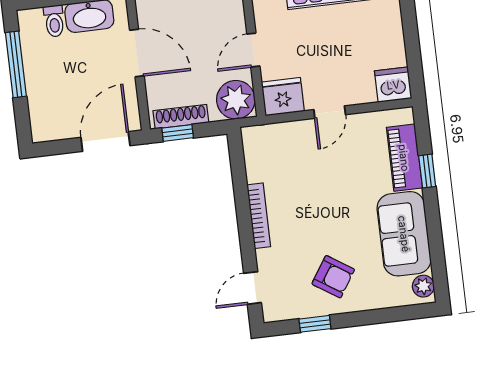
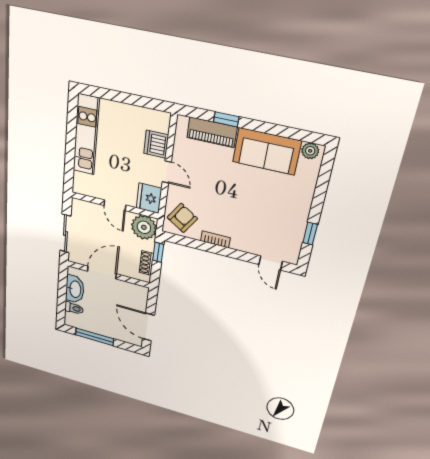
dishwasher: (393, 85) -> (156, 144), moved
shoe rack: (181, 117) -> (146, 263), width x0.70
window: (178, 133) -> (158, 252), moved
door: (105, 142) -> (148, 327), moved
bookcase: (259, 216) -> (215, 239), width x0.64
armchair: (333, 277) -> (182, 218), moved

